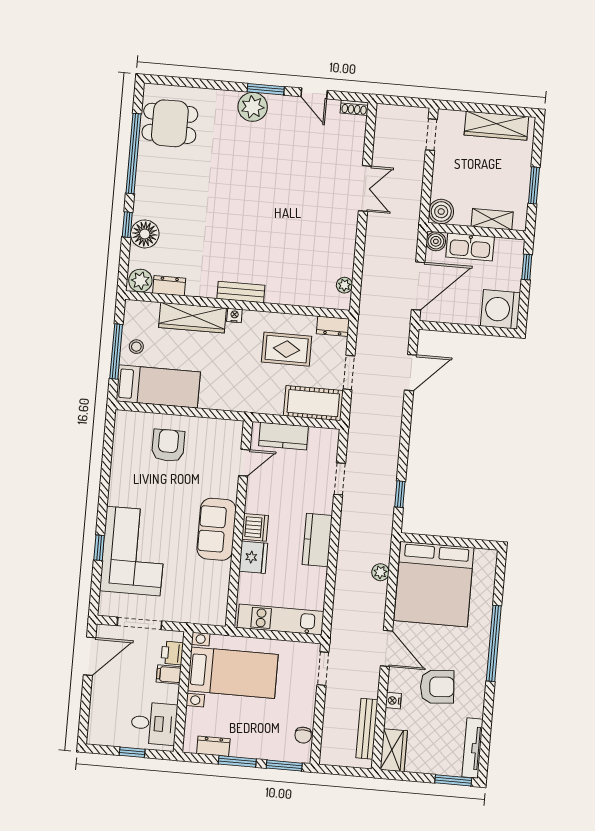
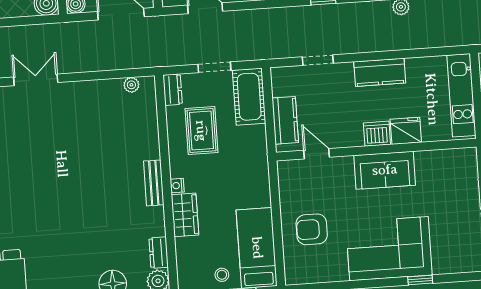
wardrobe: (192, 318) -> (185, 215), width x0.67
corner sofa: (133, 551) -> (389, 249), moved

